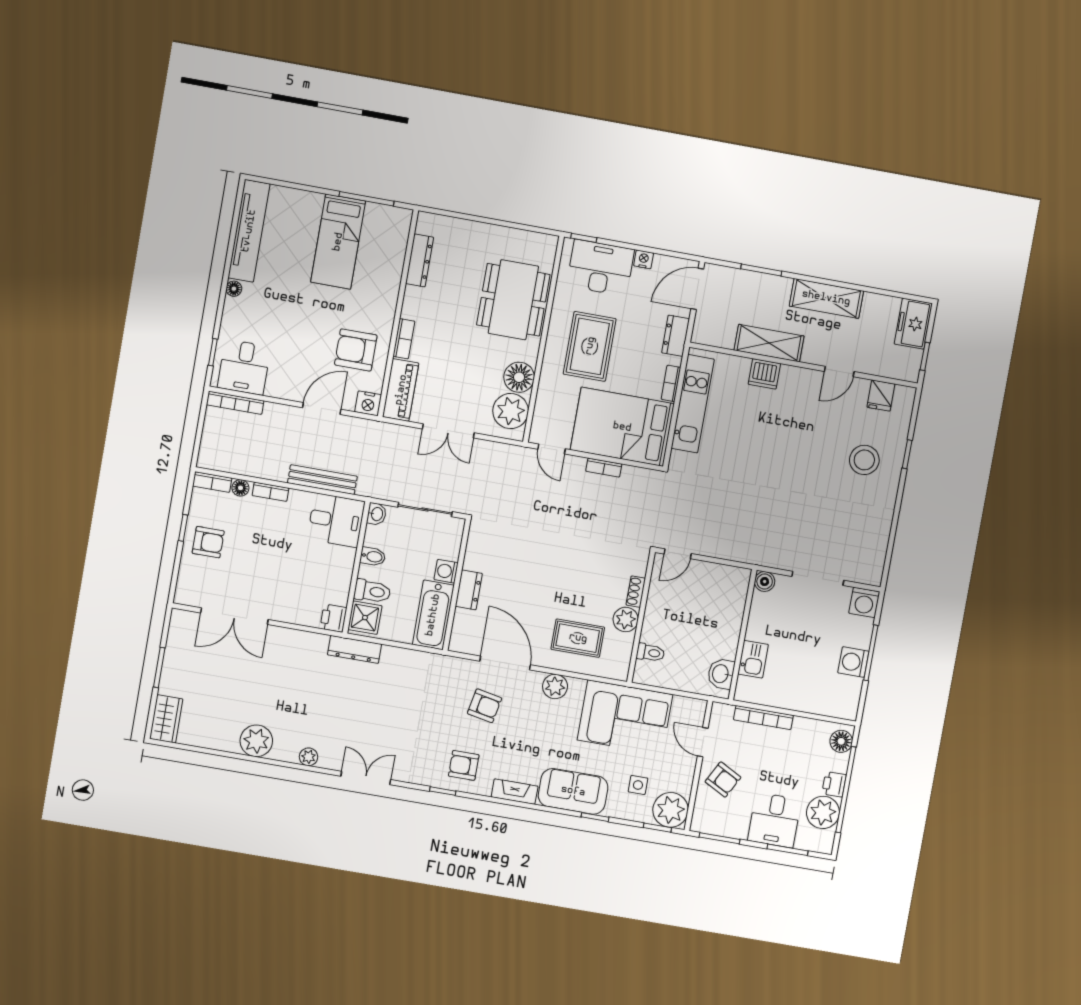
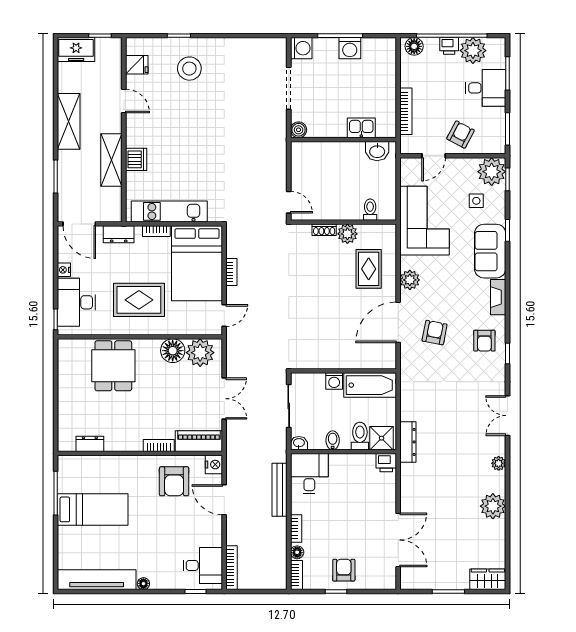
dresser: (420, 260) -> (90, 444), width x0.70
dining table: (513, 300) -> (113, 366), width x0.73
dresser: (469, 590) -> (346, 361), removed

